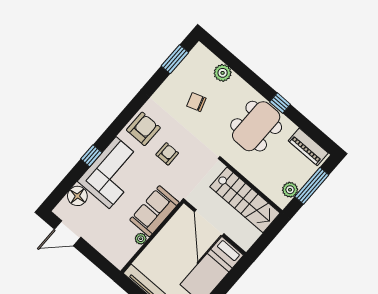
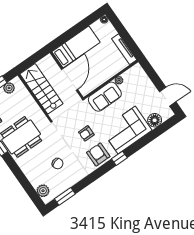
plant: (223, 73) -> (43, 191), moved
armchair: (143, 129) -> (98, 154), turned 90
window: (91, 156) -> (119, 158), moved

